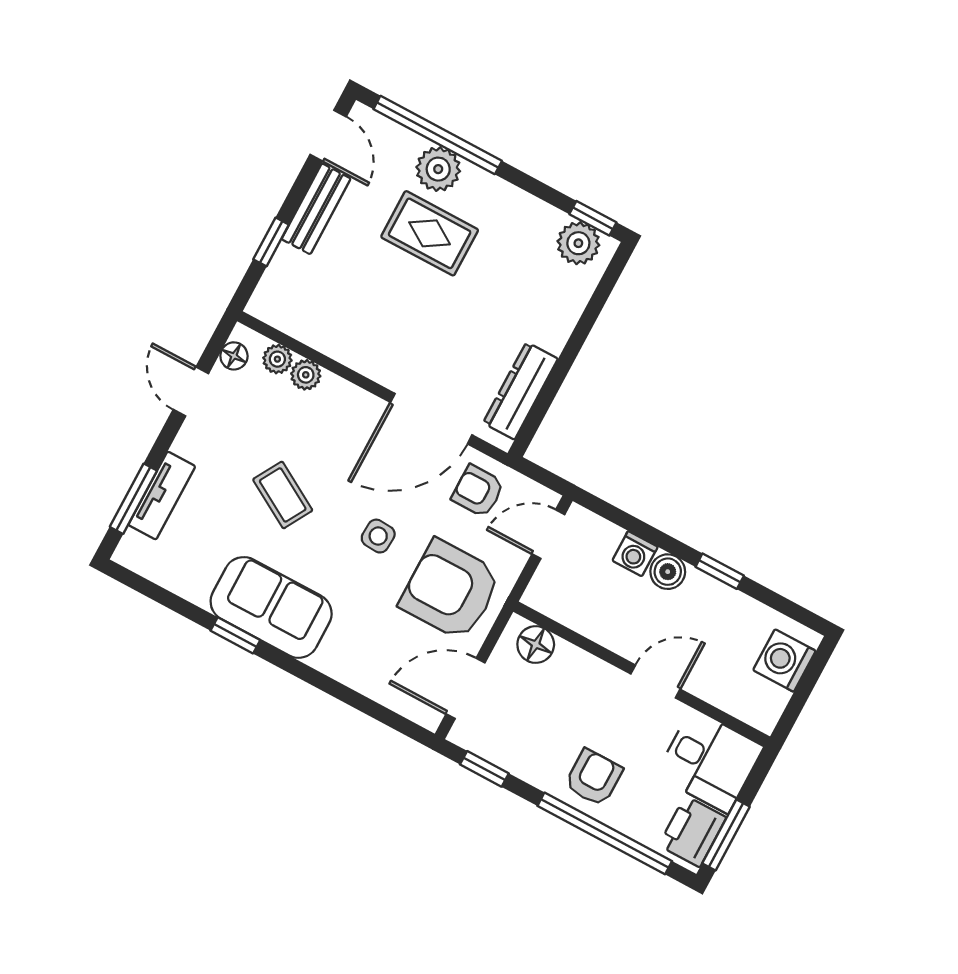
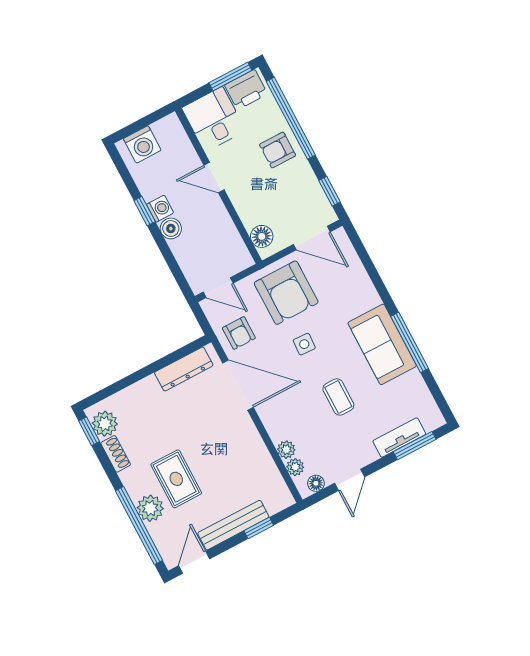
bench: (316, 209) -> (233, 525), width x1.36
shoe rack: (536, 212) -> (116, 454), added
coffee table: (283, 495) -> (338, 397), turned -30
washing machine: (635, 554) -> (160, 209), moved
window: (235, 635) -> (410, 342), width x2.17

